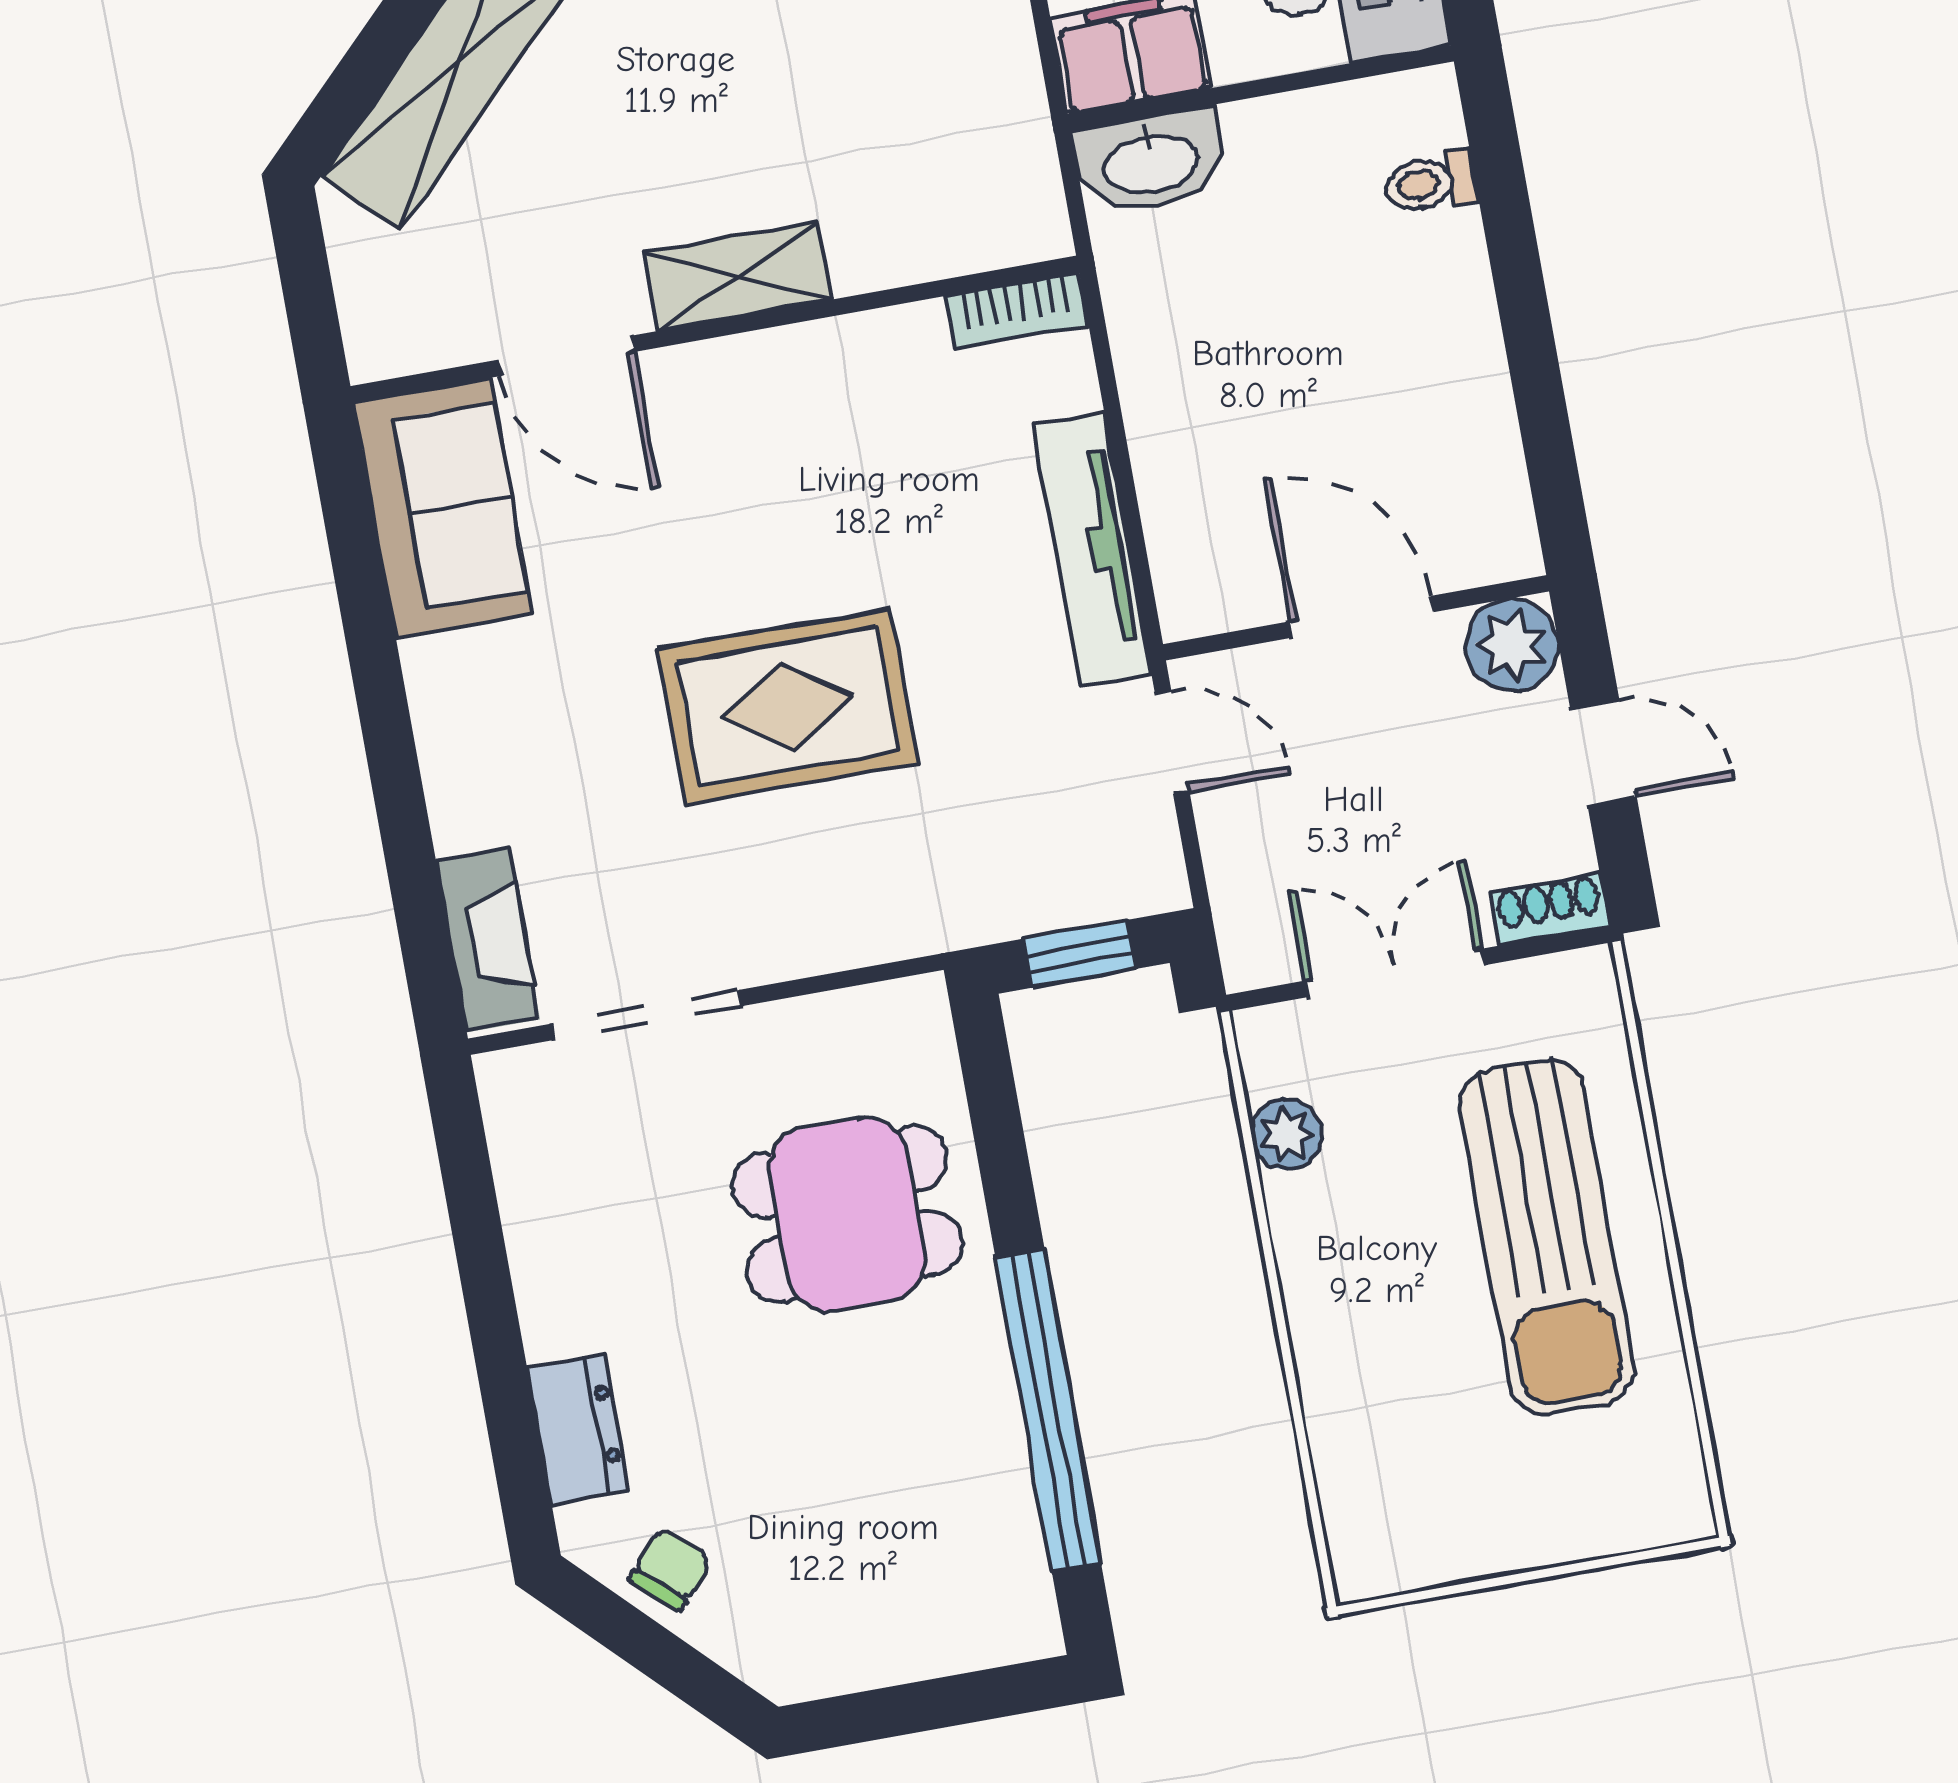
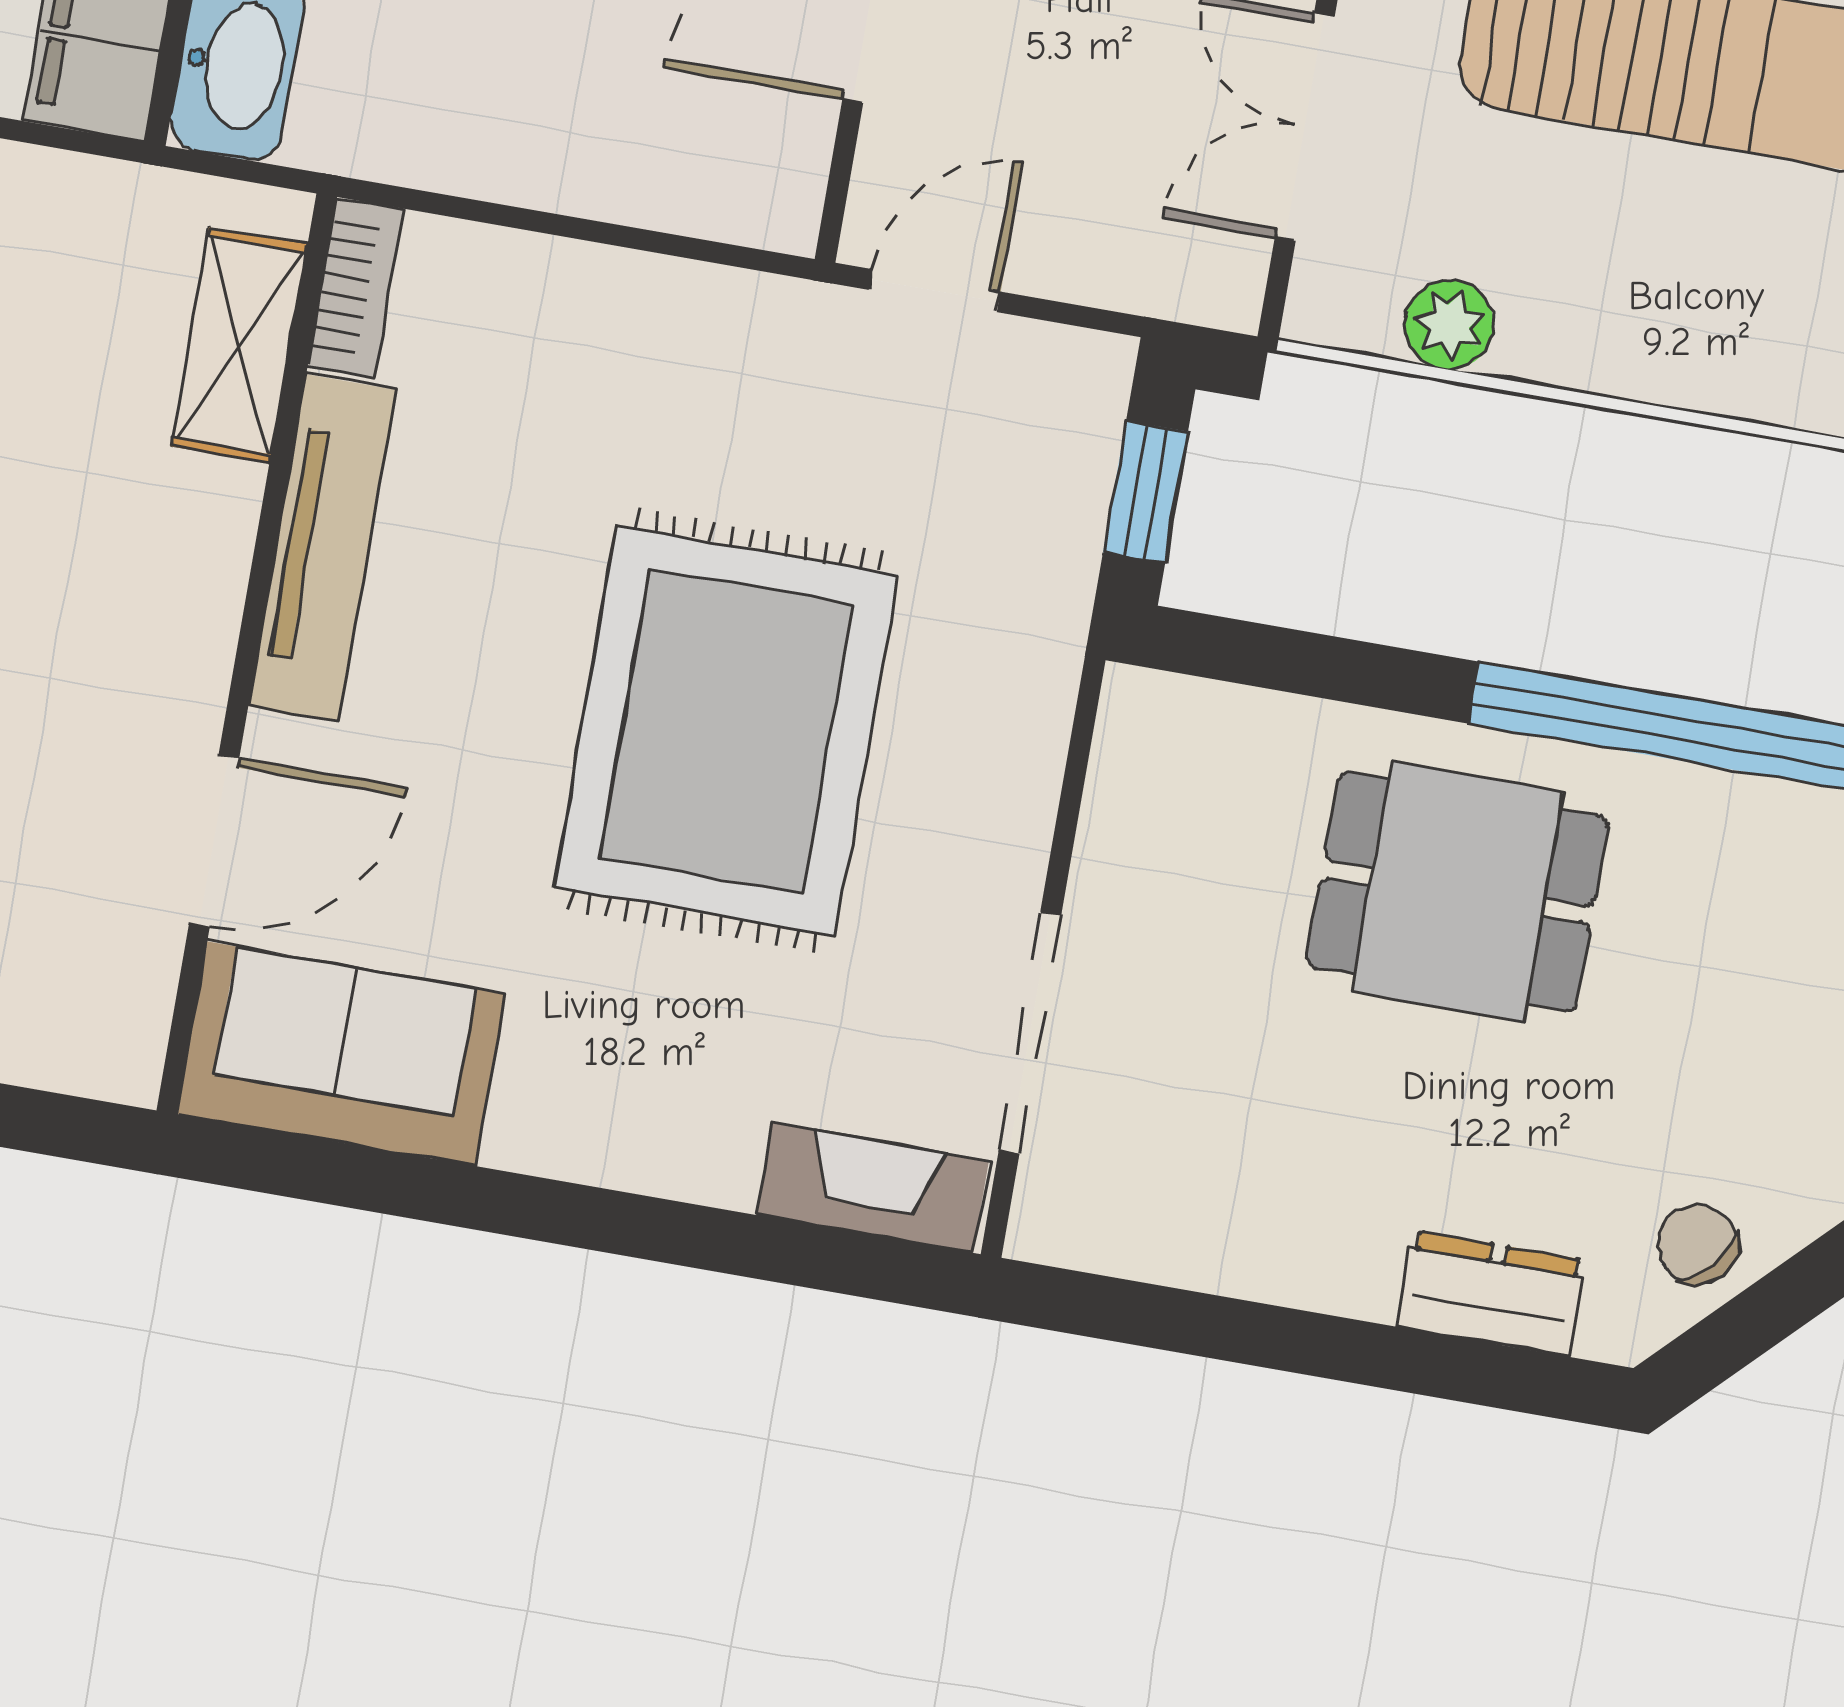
shelving: (738, 276) -> (239, 345), moved
tv unit: (1092, 549) -> (322, 548), moved, turned -90
rug: (788, 706) -> (726, 731), width x1.37, depth x1.44
dining table: (847, 1214) -> (1457, 892), moved, turned 90

